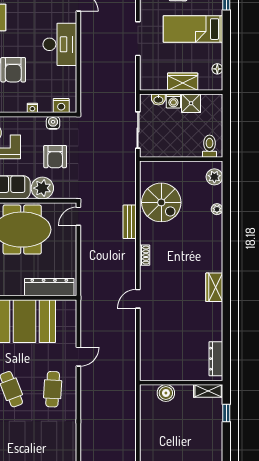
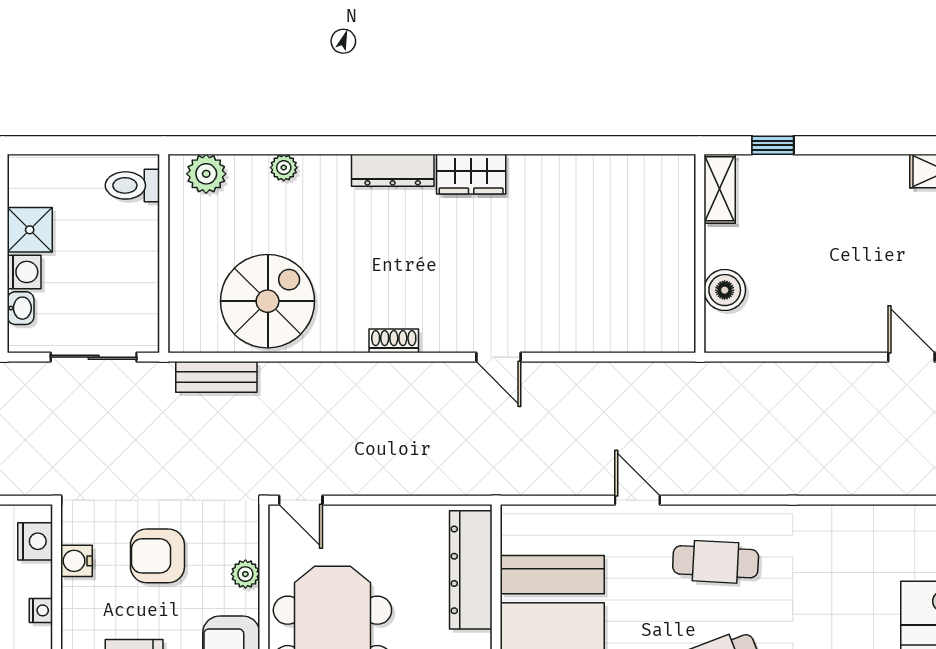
armchair: (55, 157) -> (157, 556), turned 180
plant: (42, 188) -> (245, 574), width x0.53, depth x0.53
bench: (130, 222) -> (216, 377), moved
dresser: (216, 359) -> (393, 170), moved

